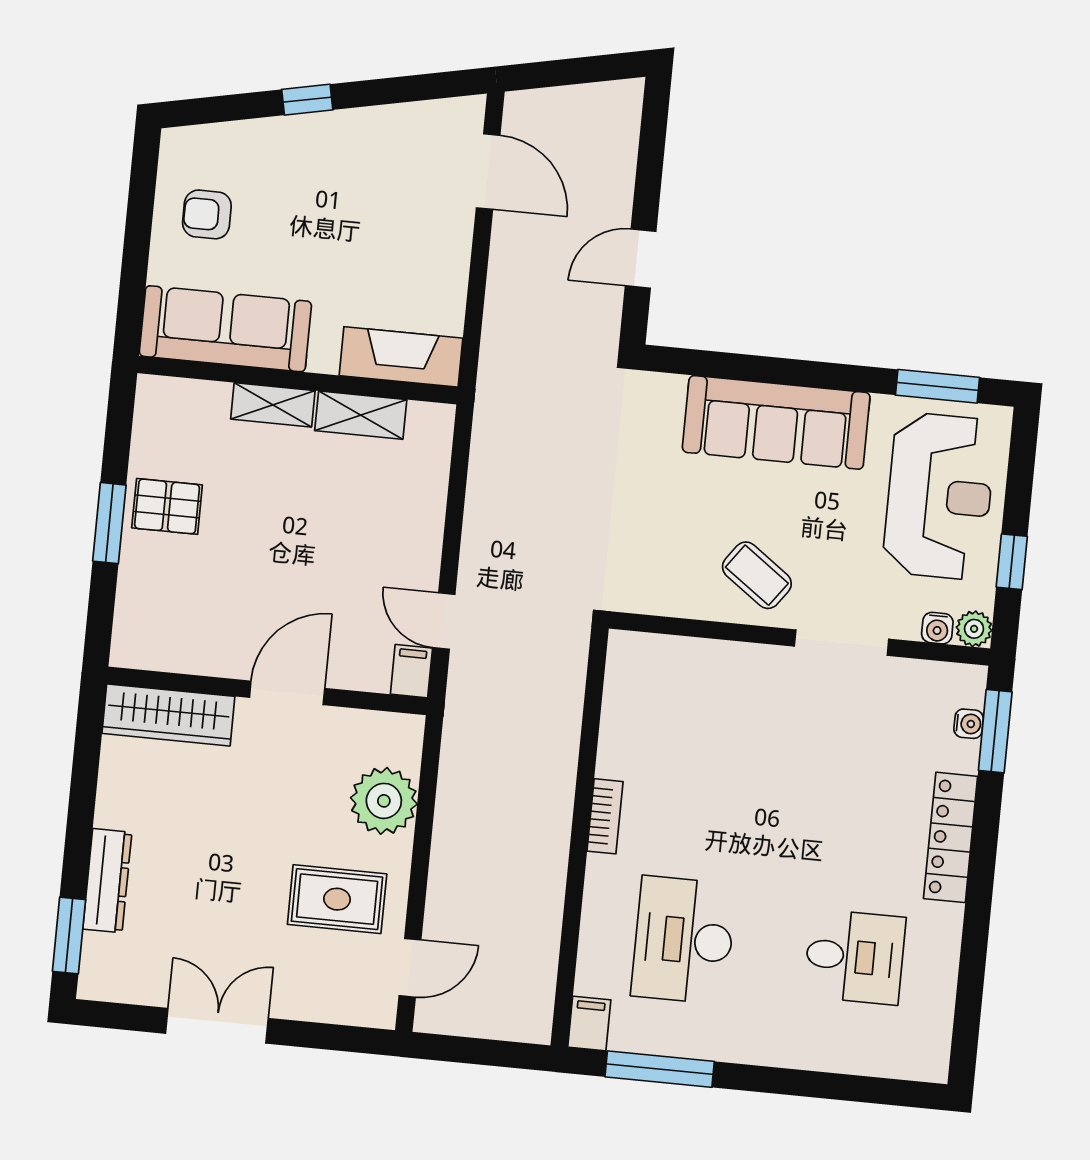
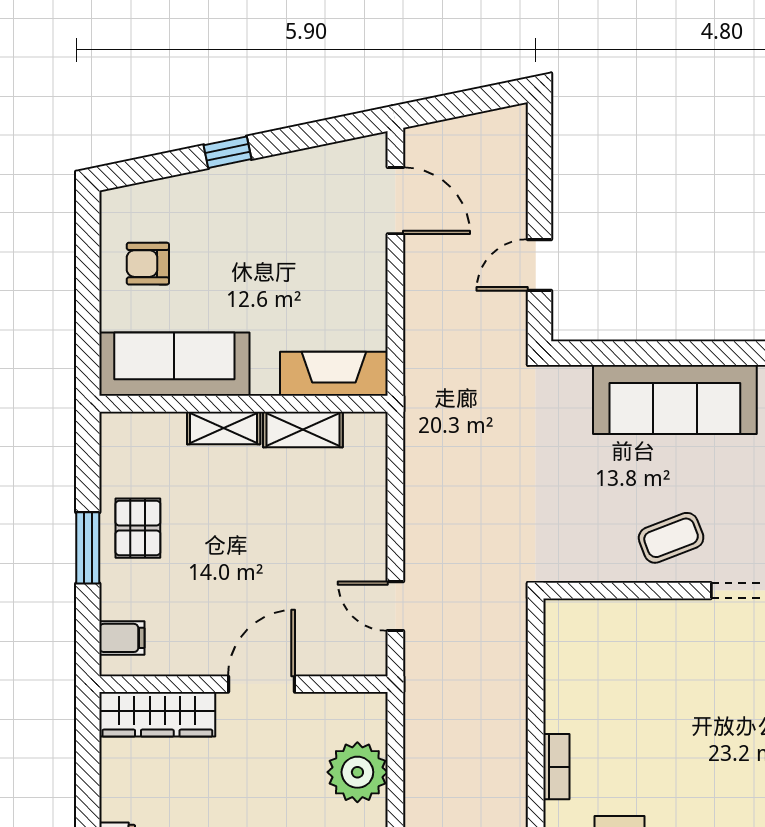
pallet: (167, 506) -> (138, 528), turned 90
coffee table: (757, 575) -> (671, 538), turned -57
filing cabinet: (411, 671) -> (122, 638), moved, turned 90

